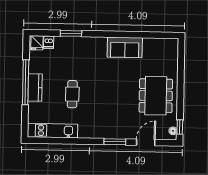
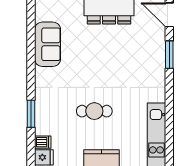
cafe table: (72, 94) -> (94, 111), moved

